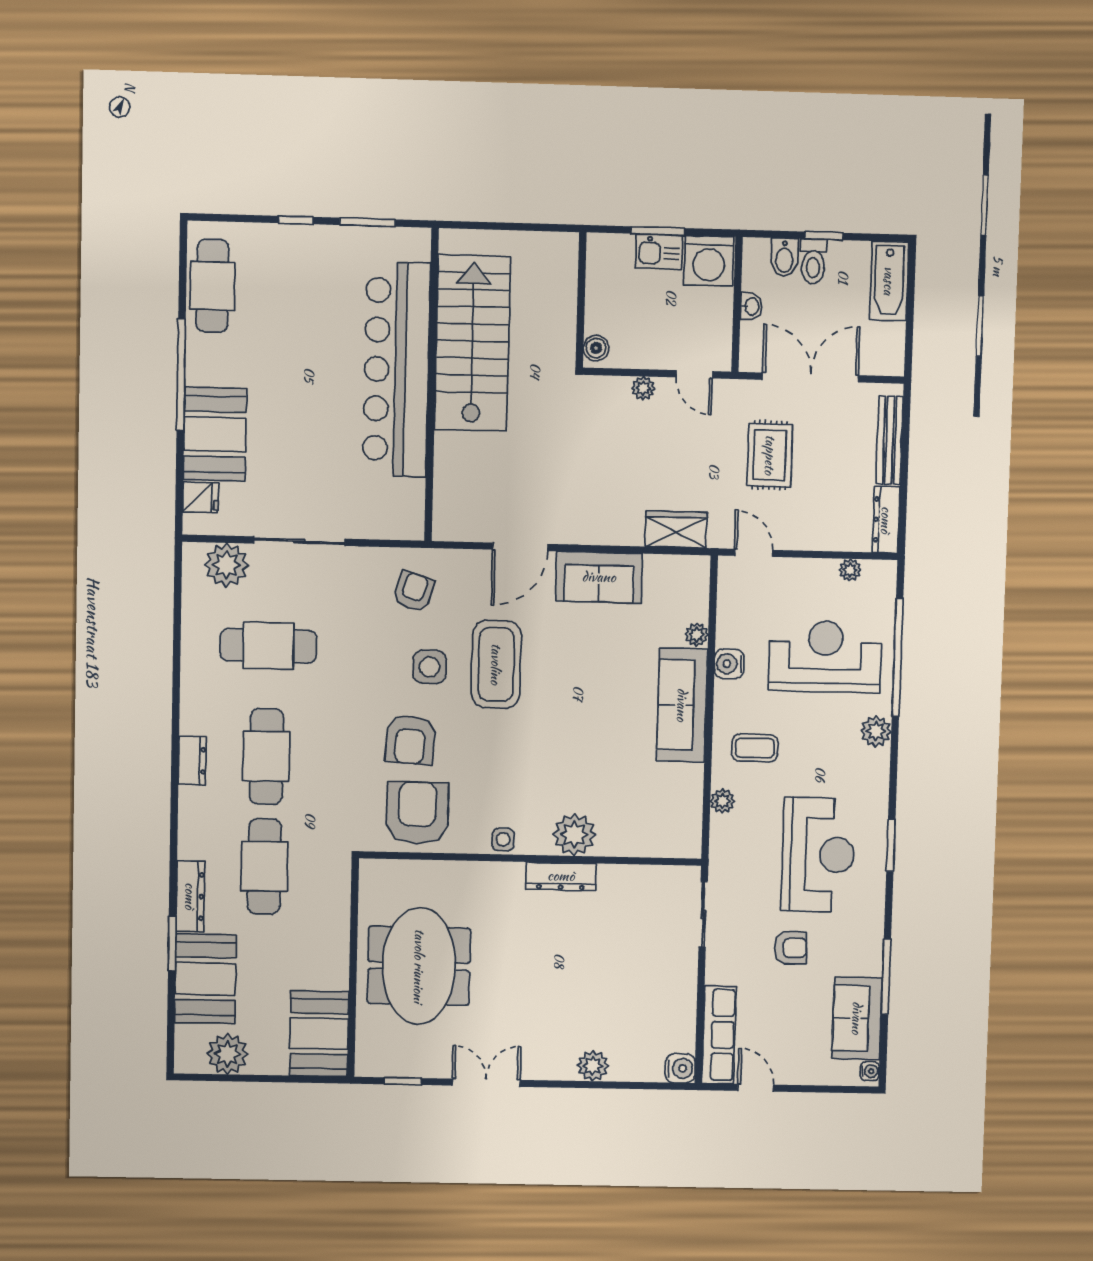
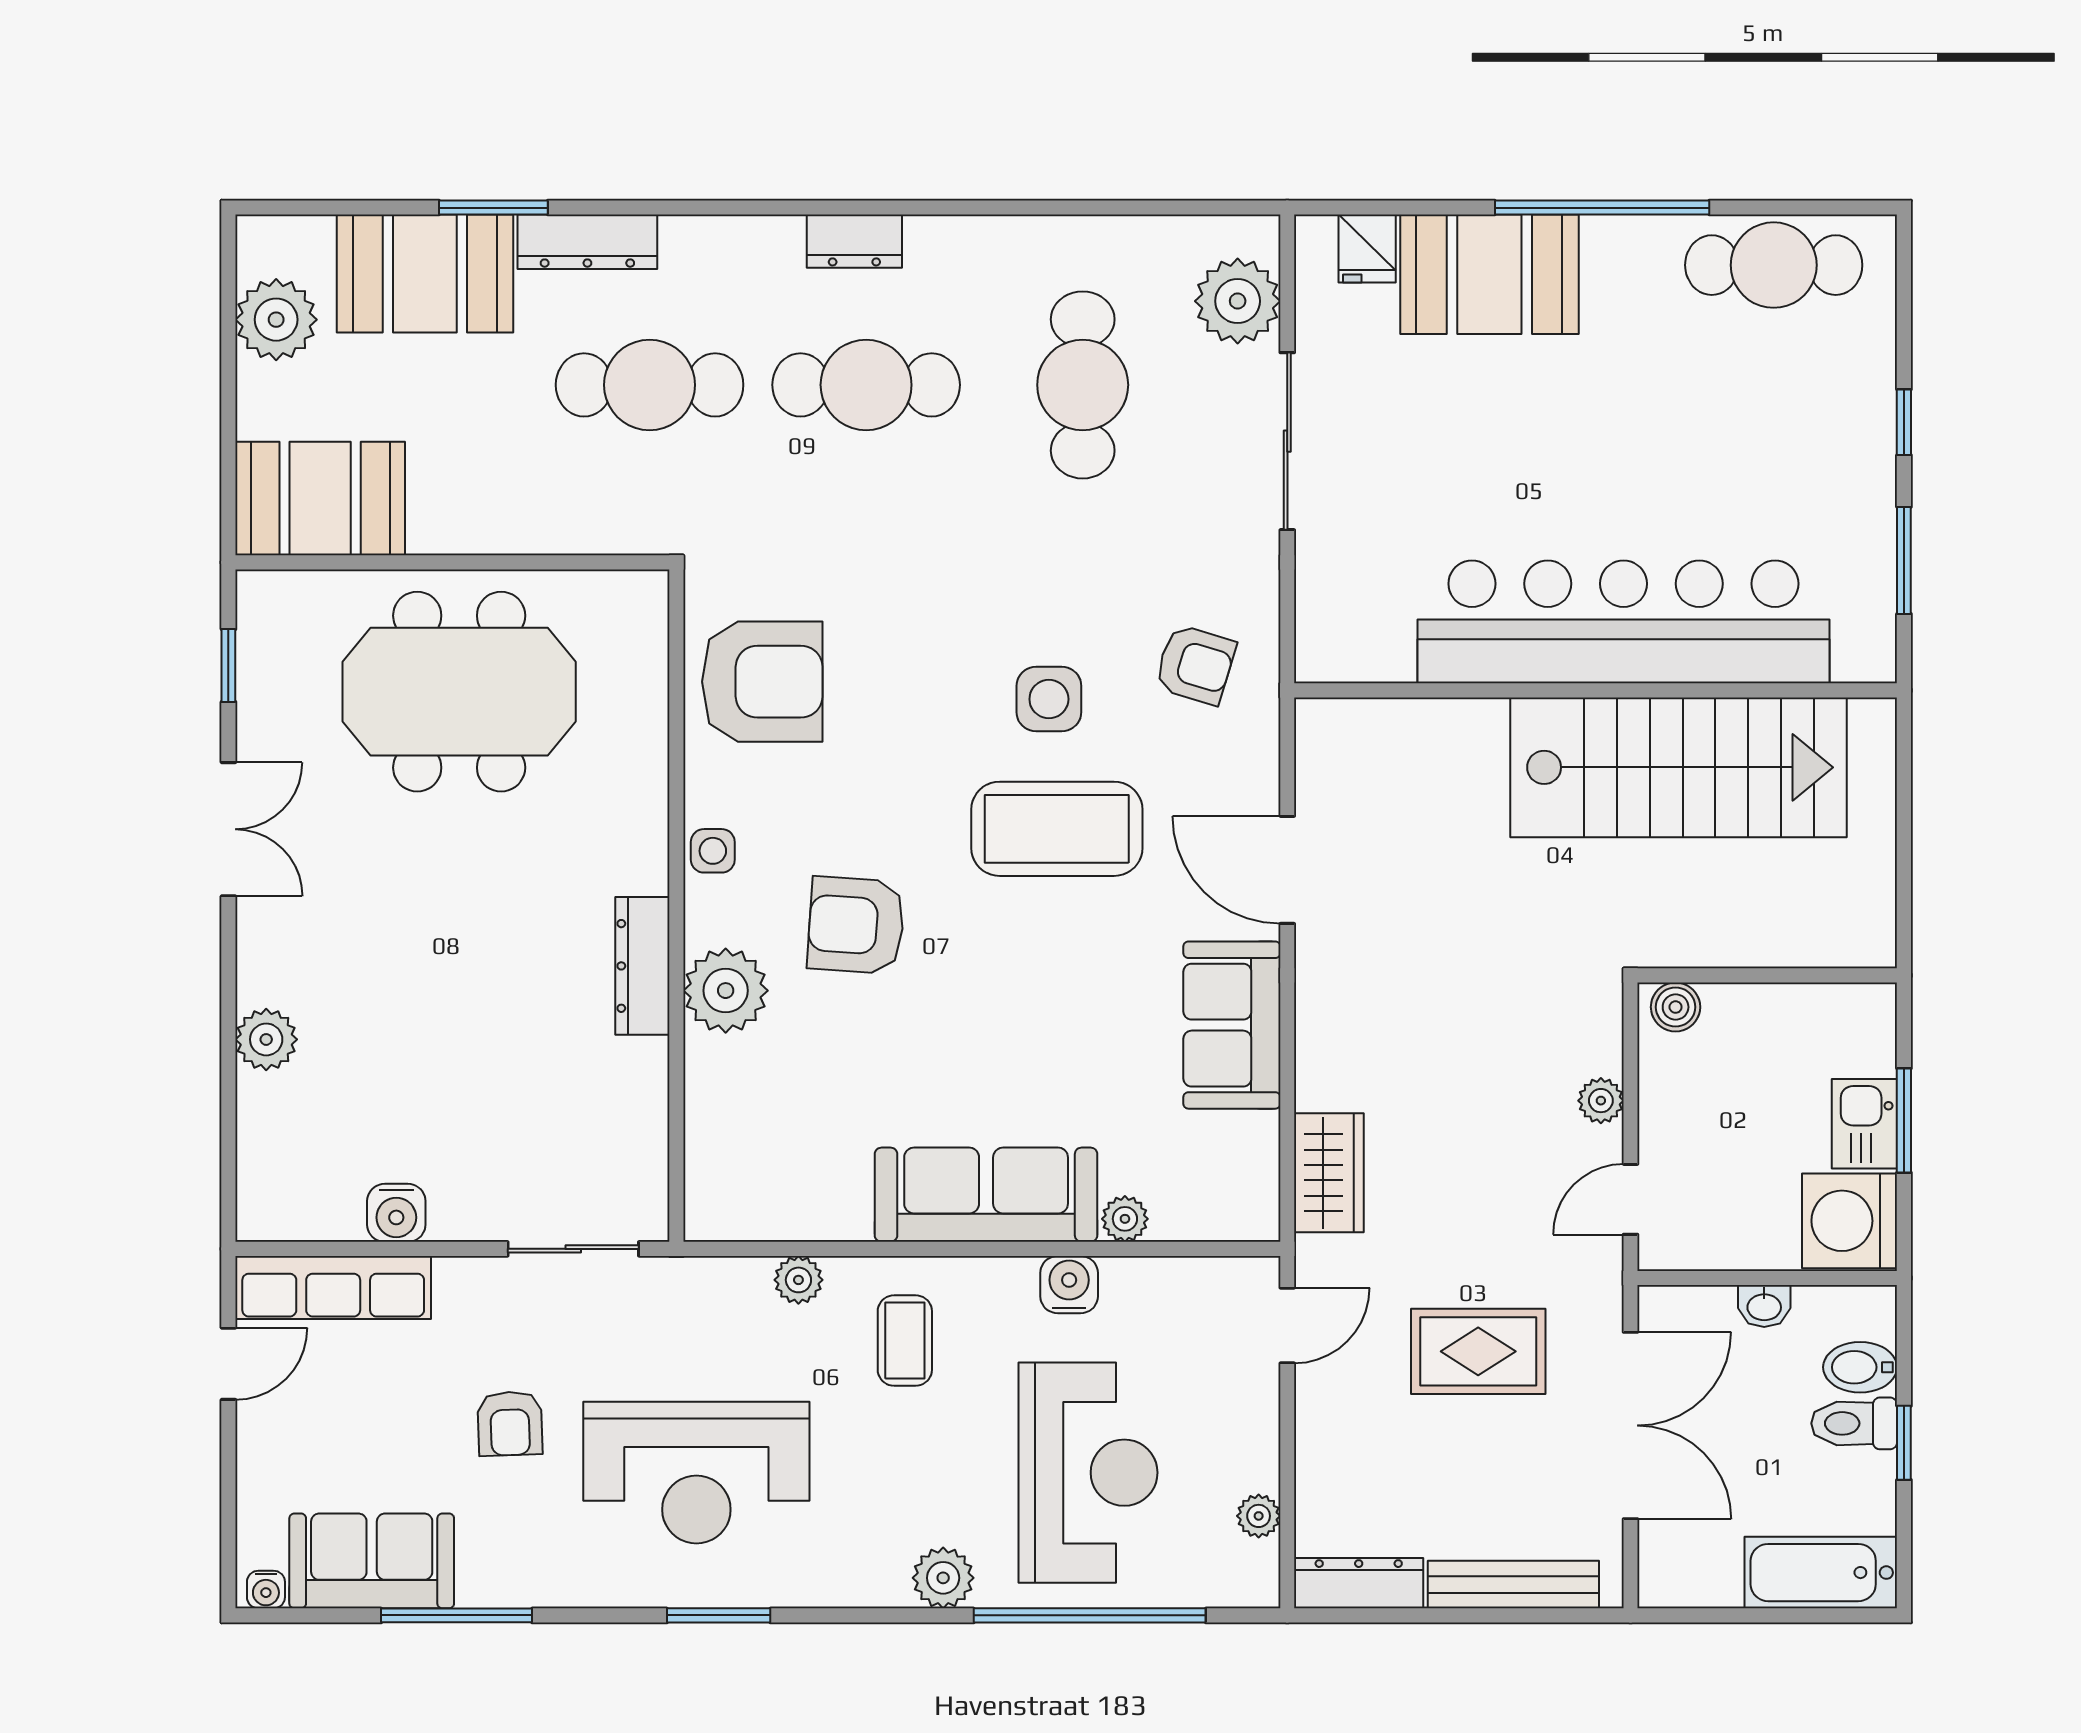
armchair: (410, 740) -> (856, 925), moved
water cooler: (680, 1068) -> (396, 1213), moved

